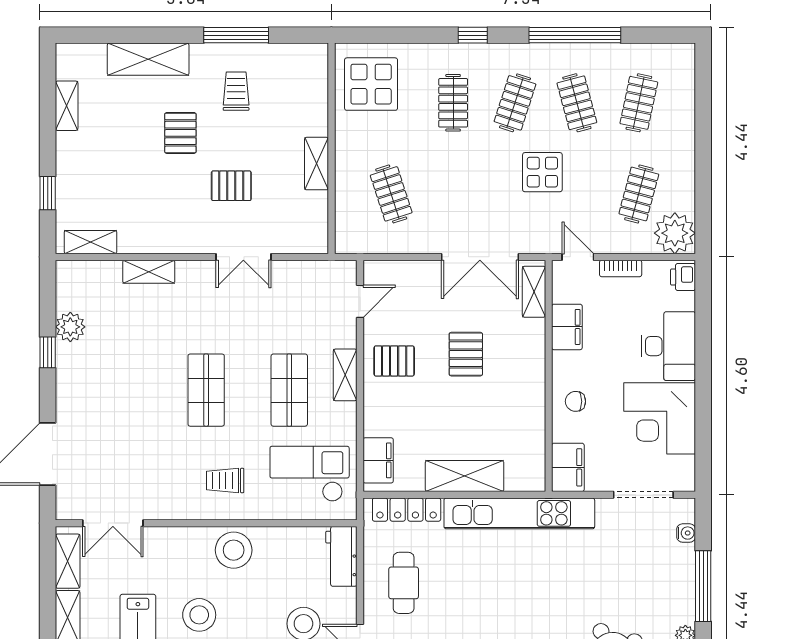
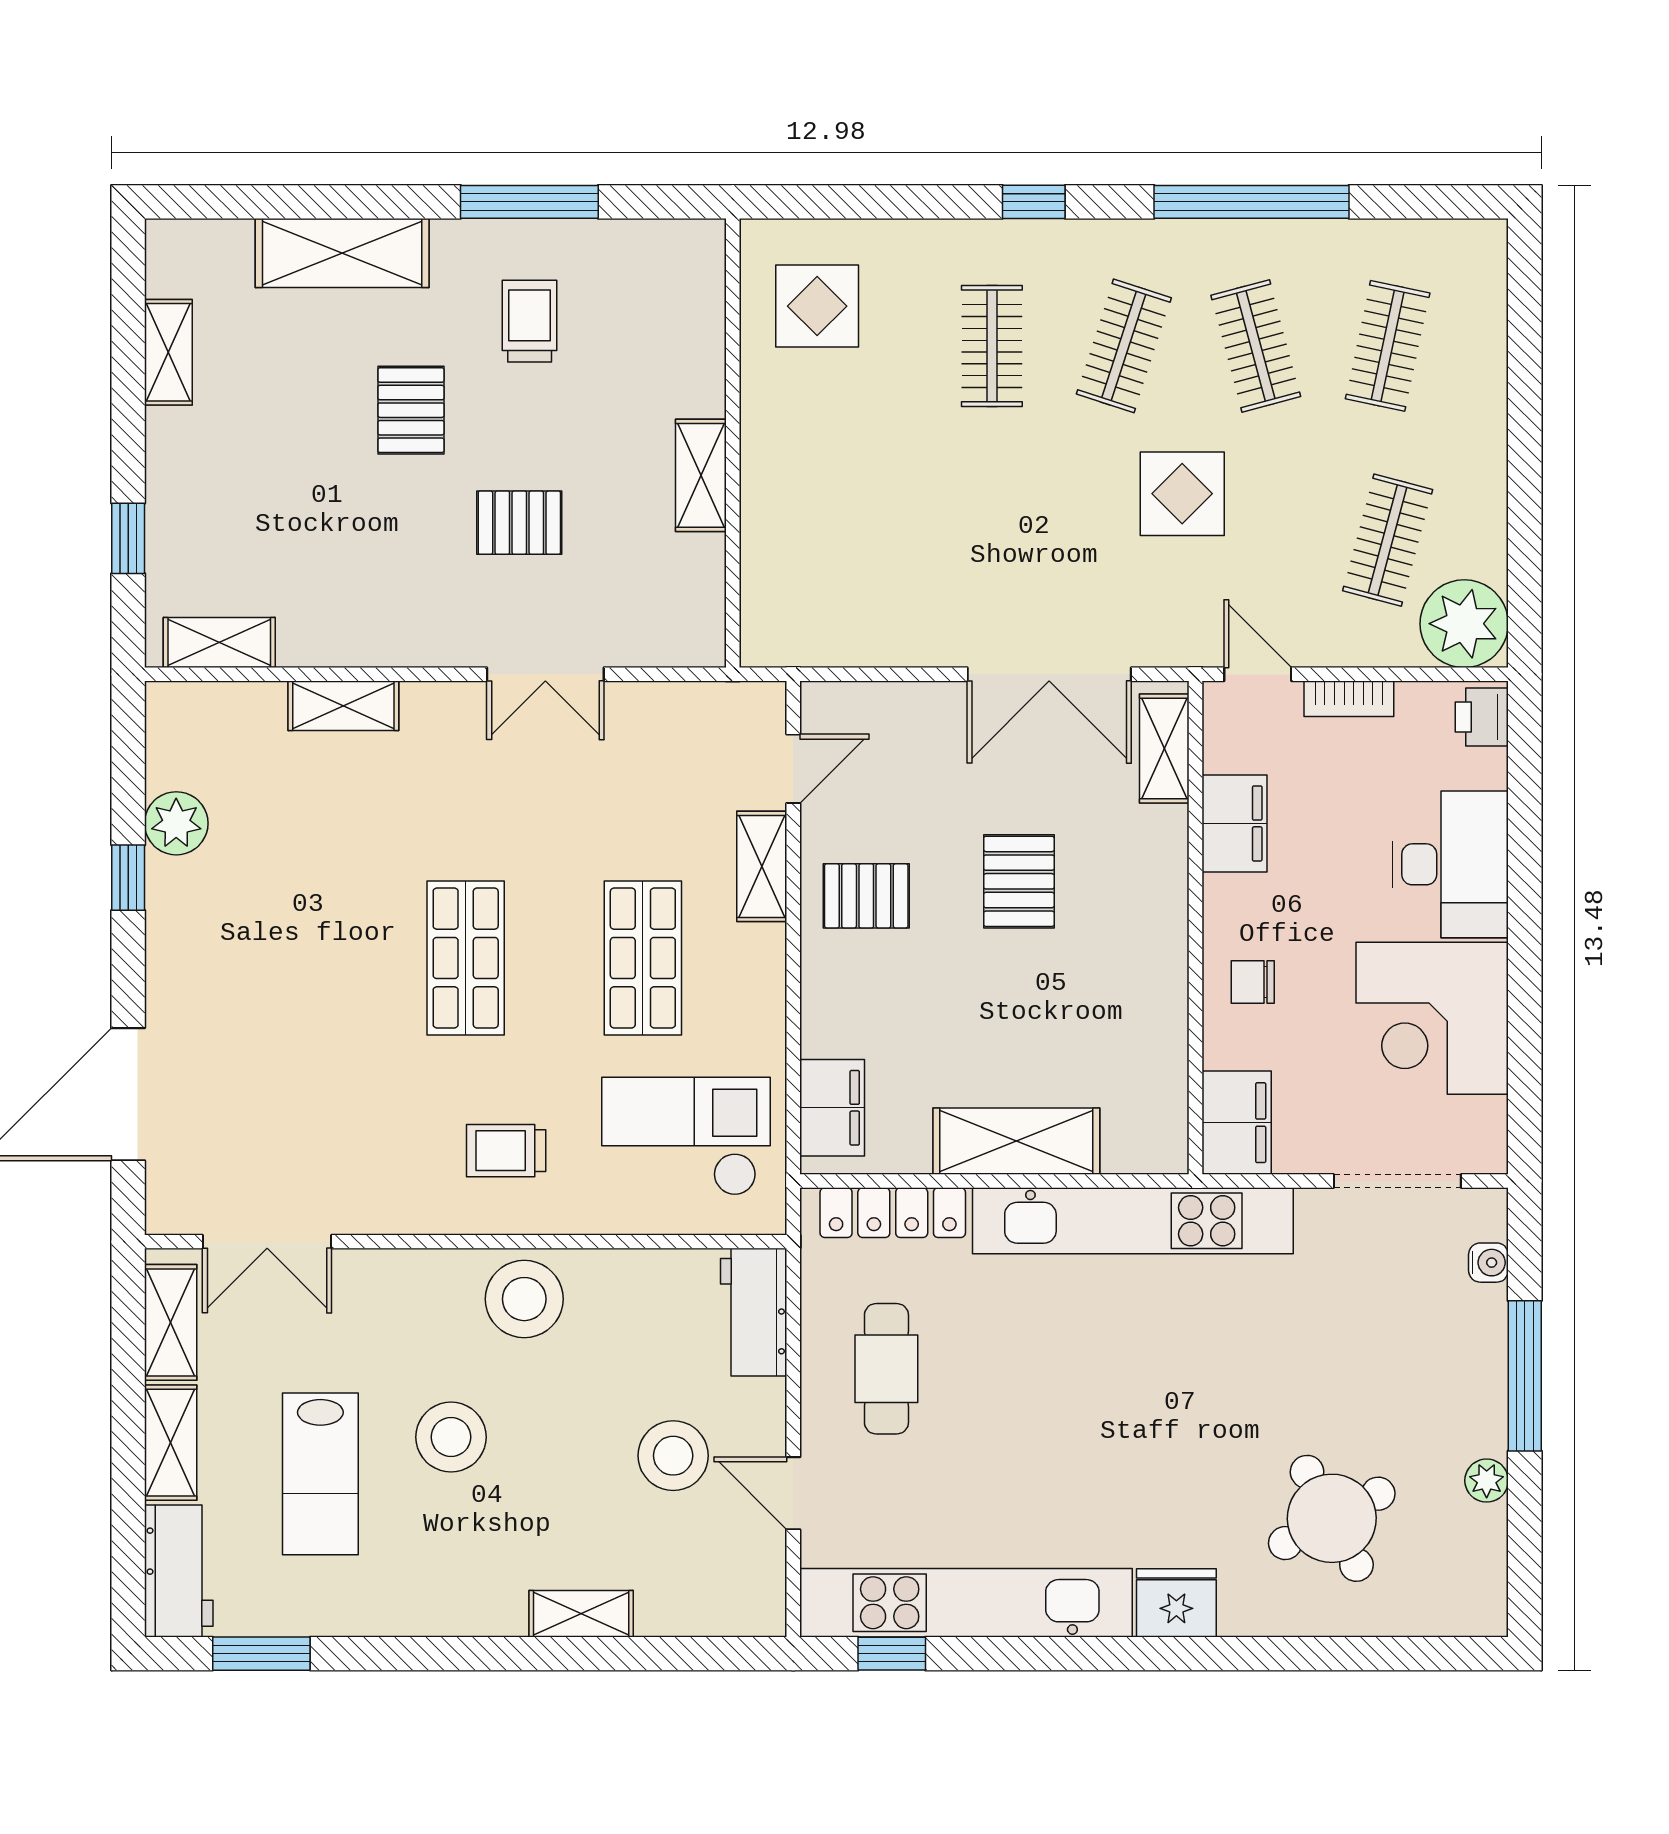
display table: (371, 84) -> (817, 306), width x0.73, depth x0.73
clothes rail: (391, 194) -> (860, 540), removed
shelving: (345, 375) -> (762, 866), moved

